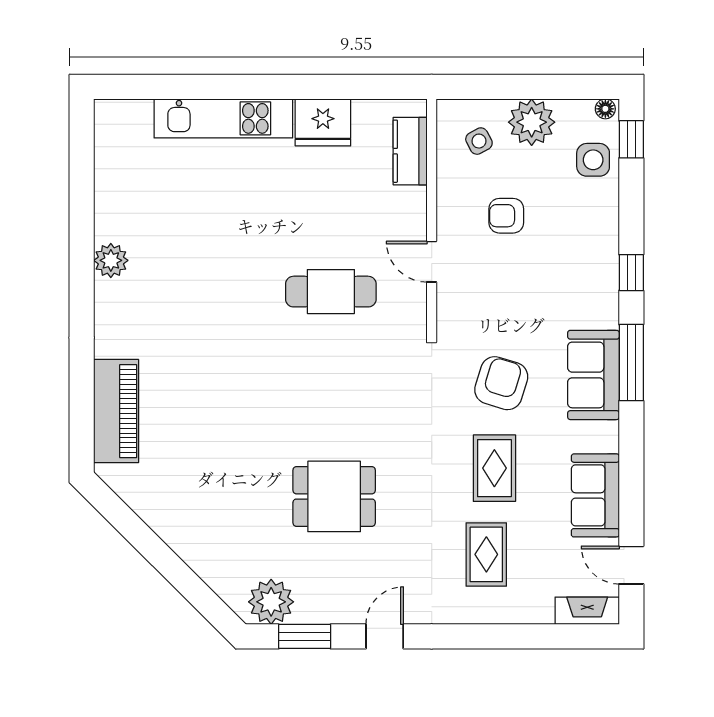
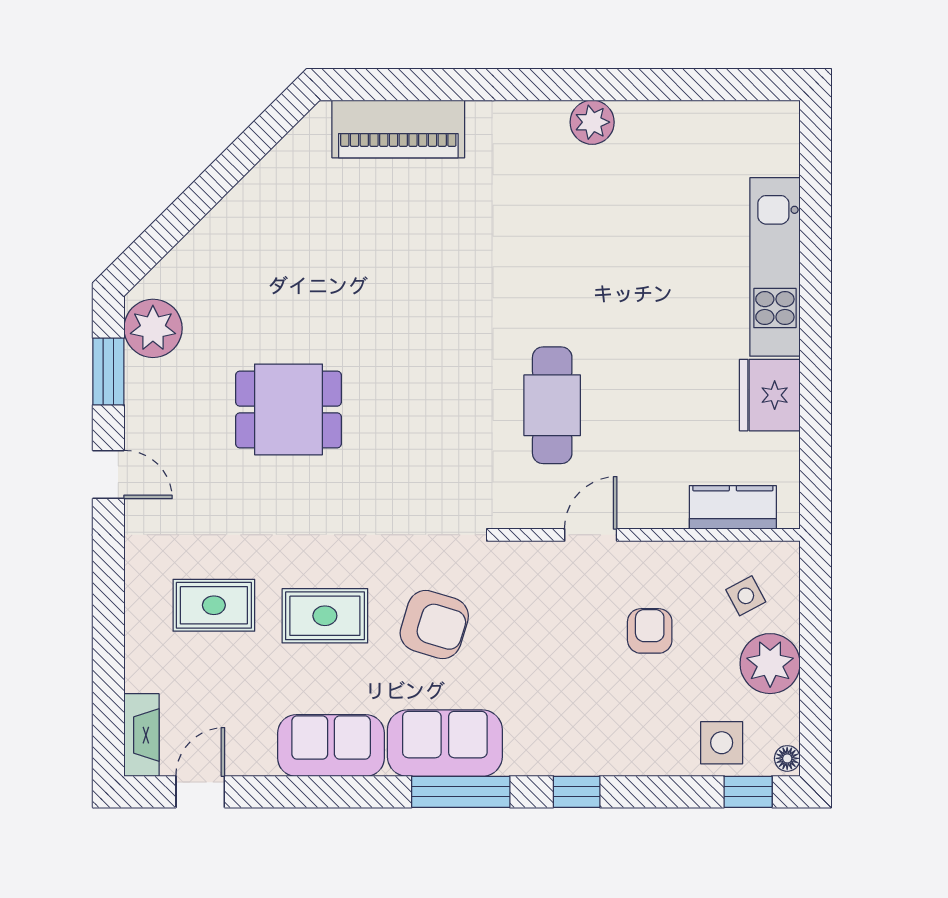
sofa: (595, 495) -> (331, 746), moved
dining table: (334, 496) -> (289, 409), turned 90

